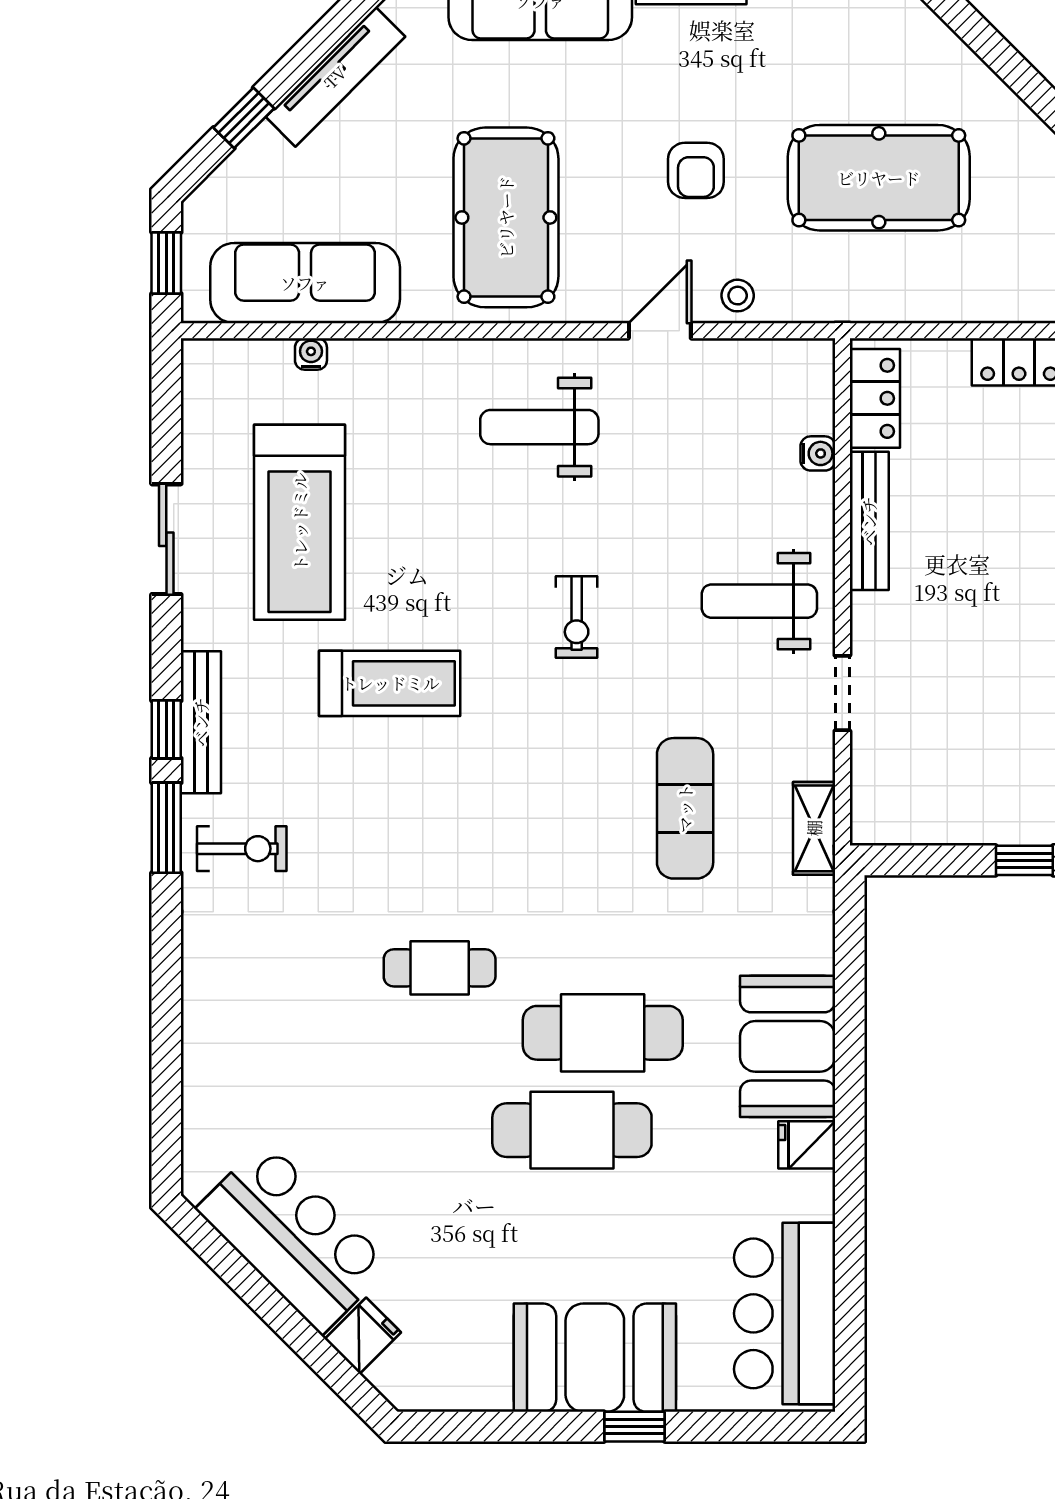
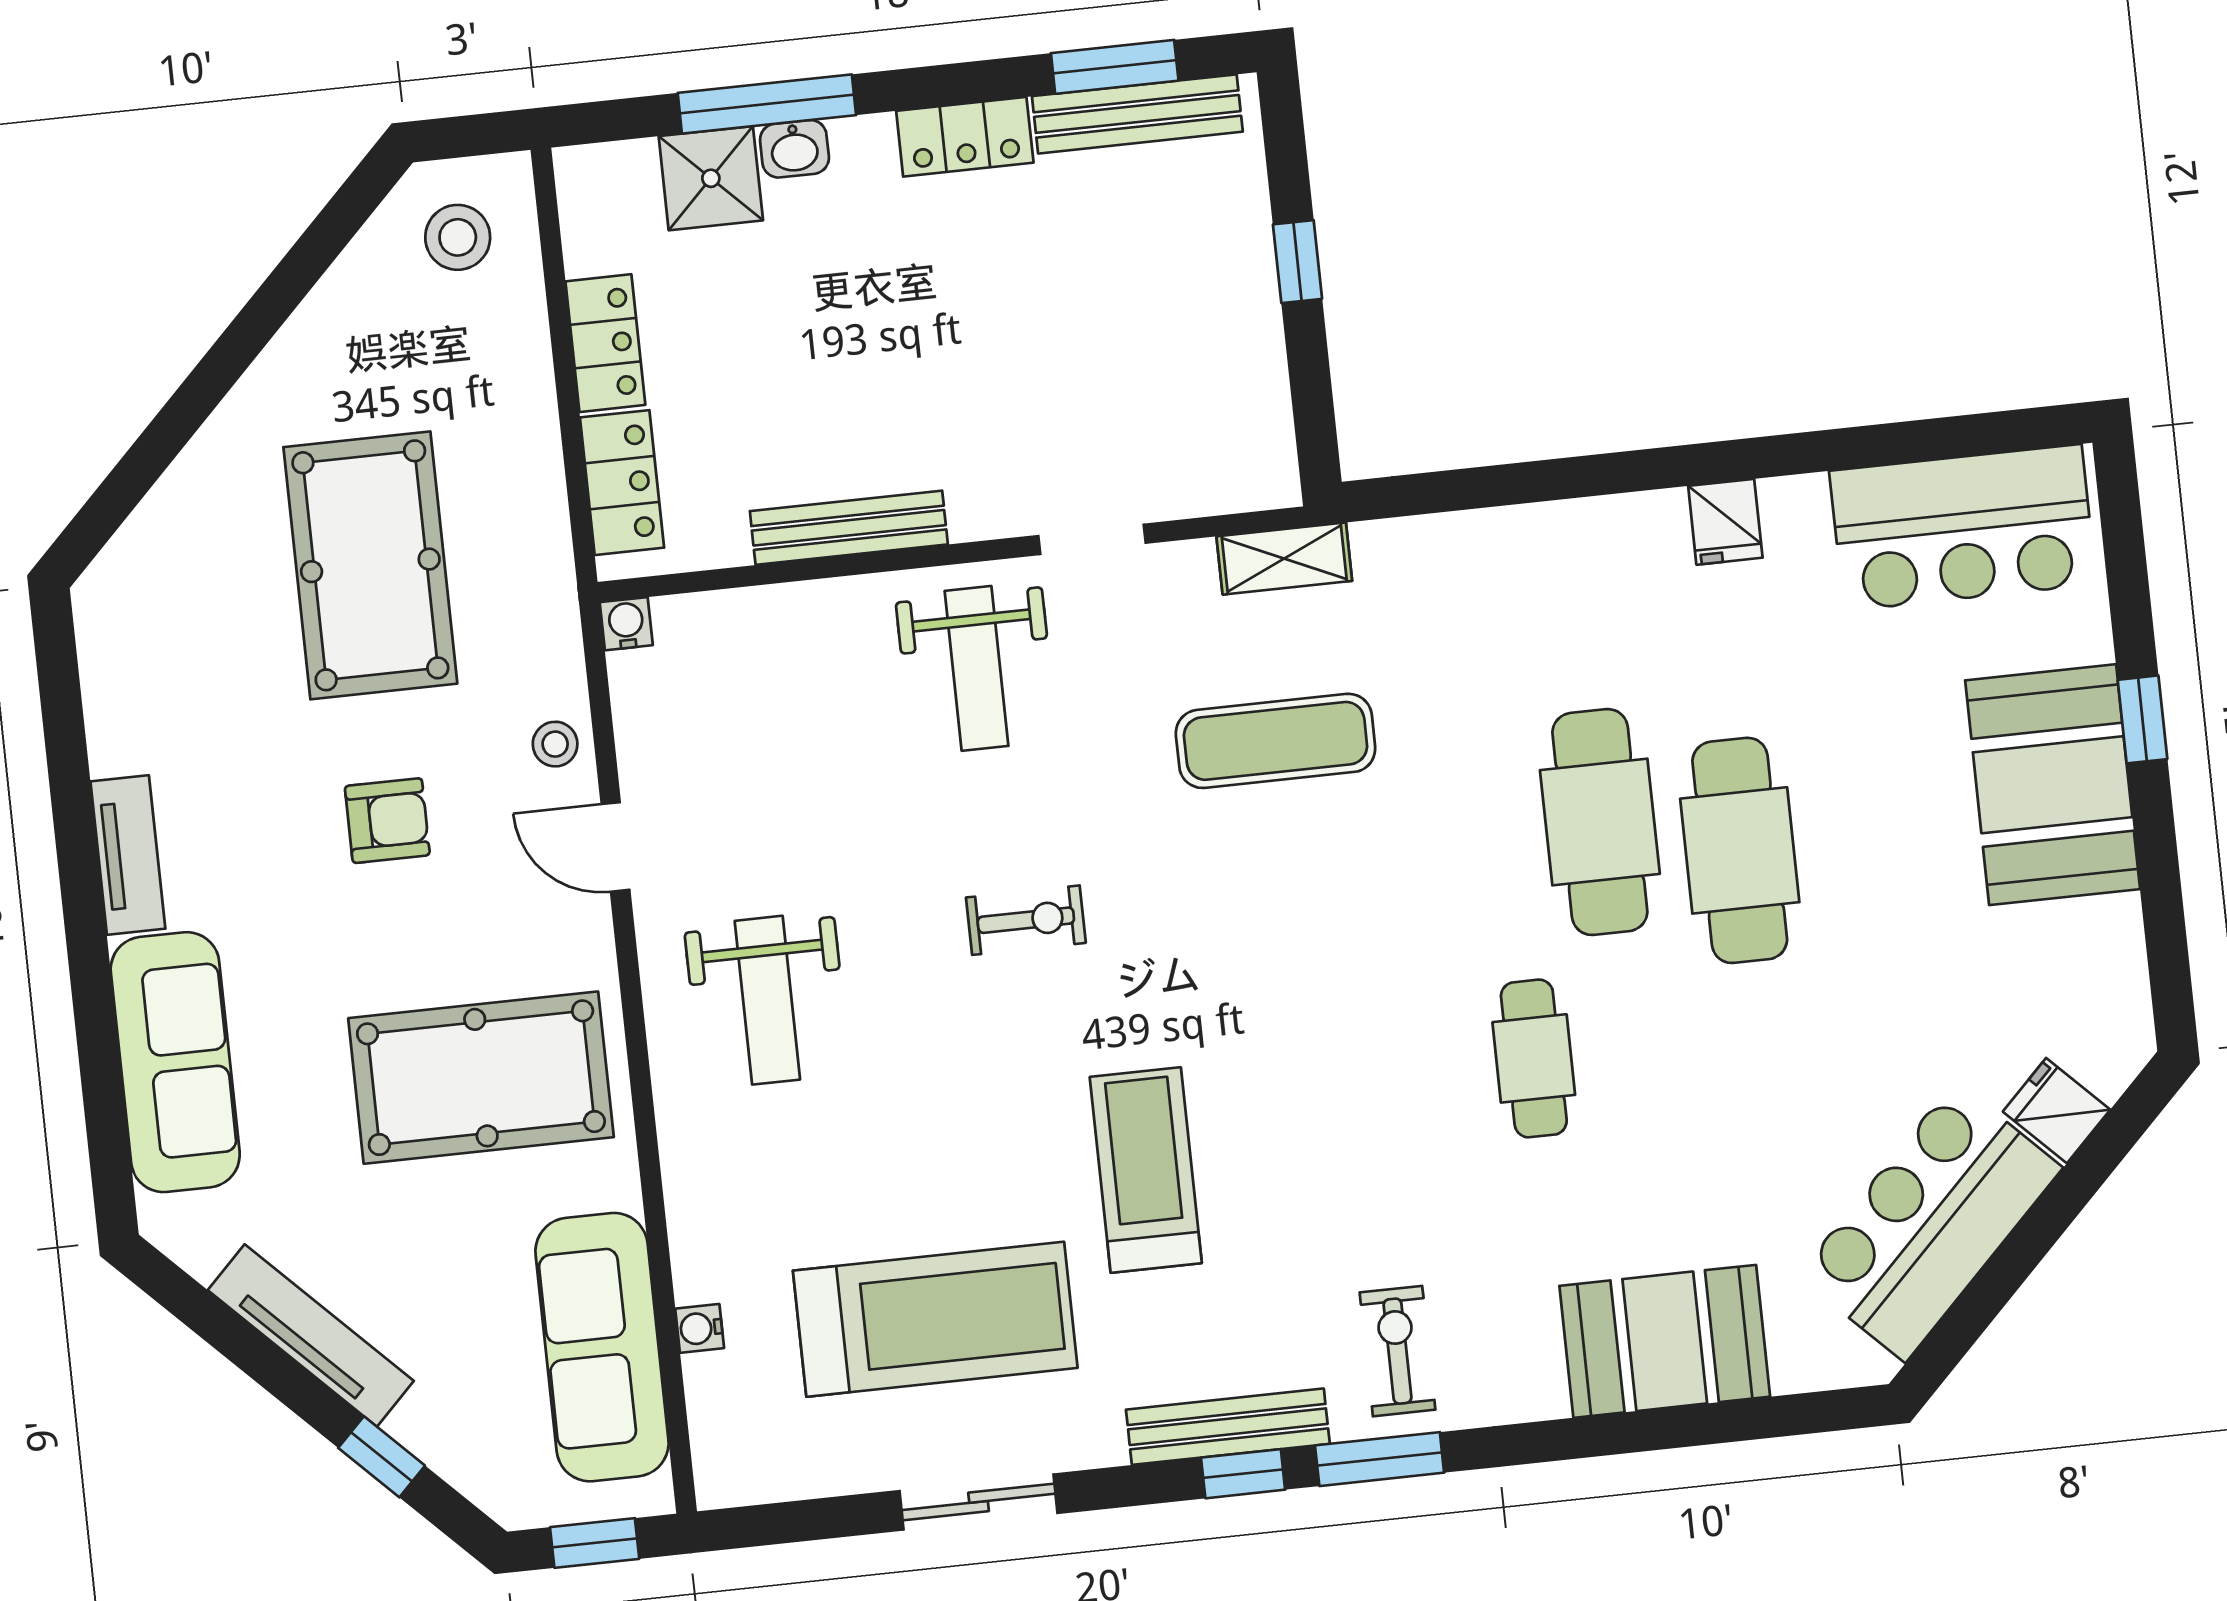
locker: (875, 398) -> (622, 483), moved, turned 90
water cooler: (818, 453) -> (626, 624), moved
booth: (788, 1046) -> (1665, 1341), moved

